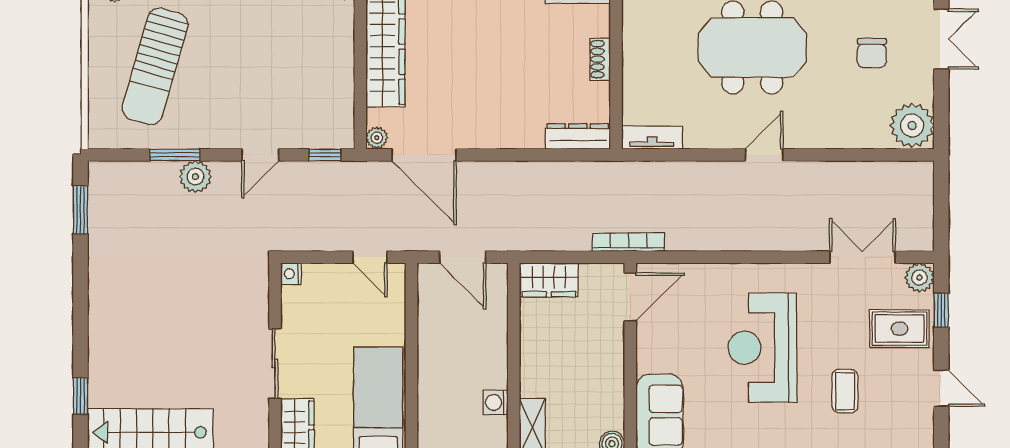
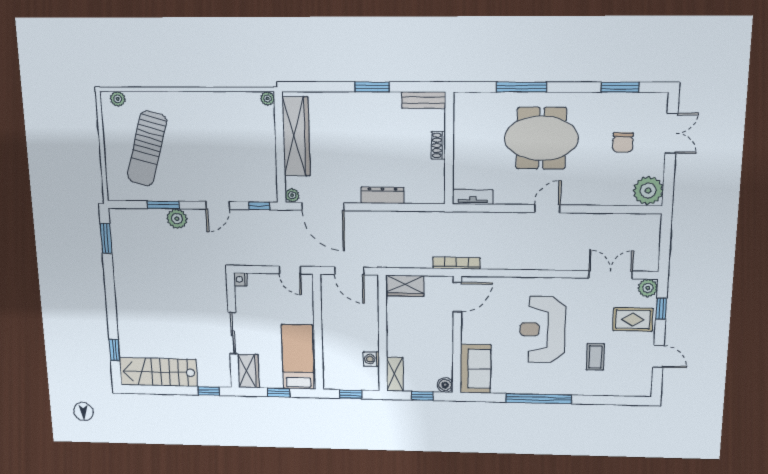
dresser: (578, 136) -> (382, 195), moved

